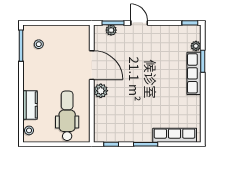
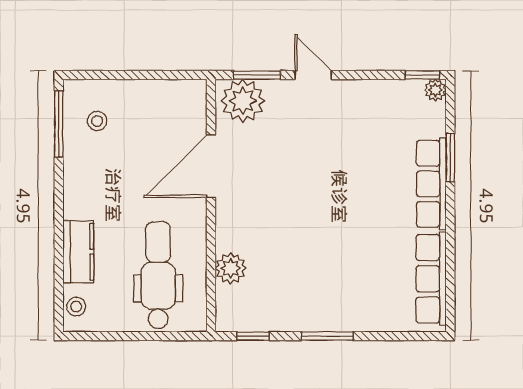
plant: (111, 30) -> (243, 101), width x1.88, depth x1.88
plant: (196, 46) -> (435, 90), moved
door: (92, 65) -> (211, 166), swing flipped
plant: (101, 91) -> (231, 268), moved
row of seats: (175, 135) -> (431, 279), moved, turned -90

